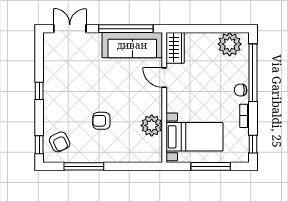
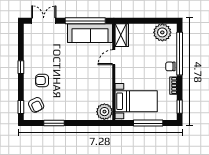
door: (164, 78) -> (114, 57), hinge flipped
armchair: (101, 121) -> (42, 81), moved
plant: (152, 125) -> (104, 112), moved
window: (84, 166) -> (54, 123), width x0.69

